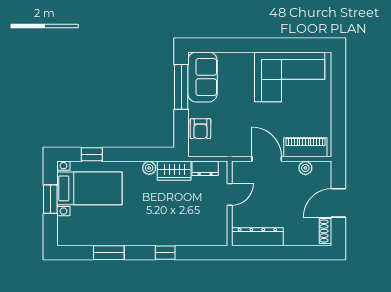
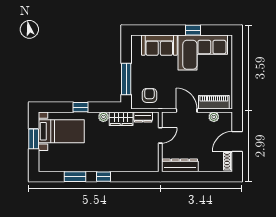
window: (276, 45) -> (193, 30), added
sofa: (202, 77) -> (159, 45), moved, turned 90
window: (181, 87) -> (126, 79), moved
armchair: (200, 129) -> (149, 95), moved, turned 180
window: (92, 154) -> (81, 107), moved
window: (165, 253) -> (104, 177), moved

